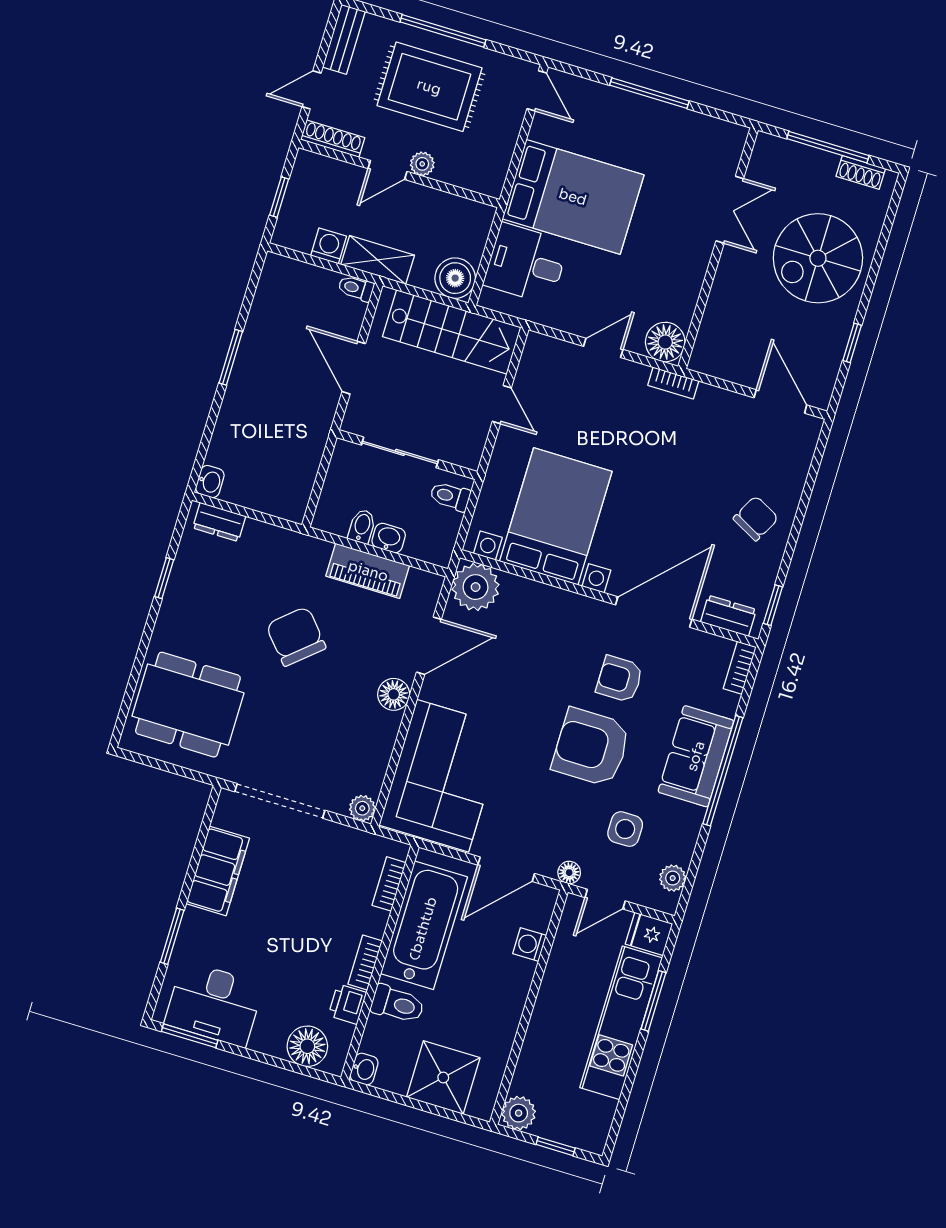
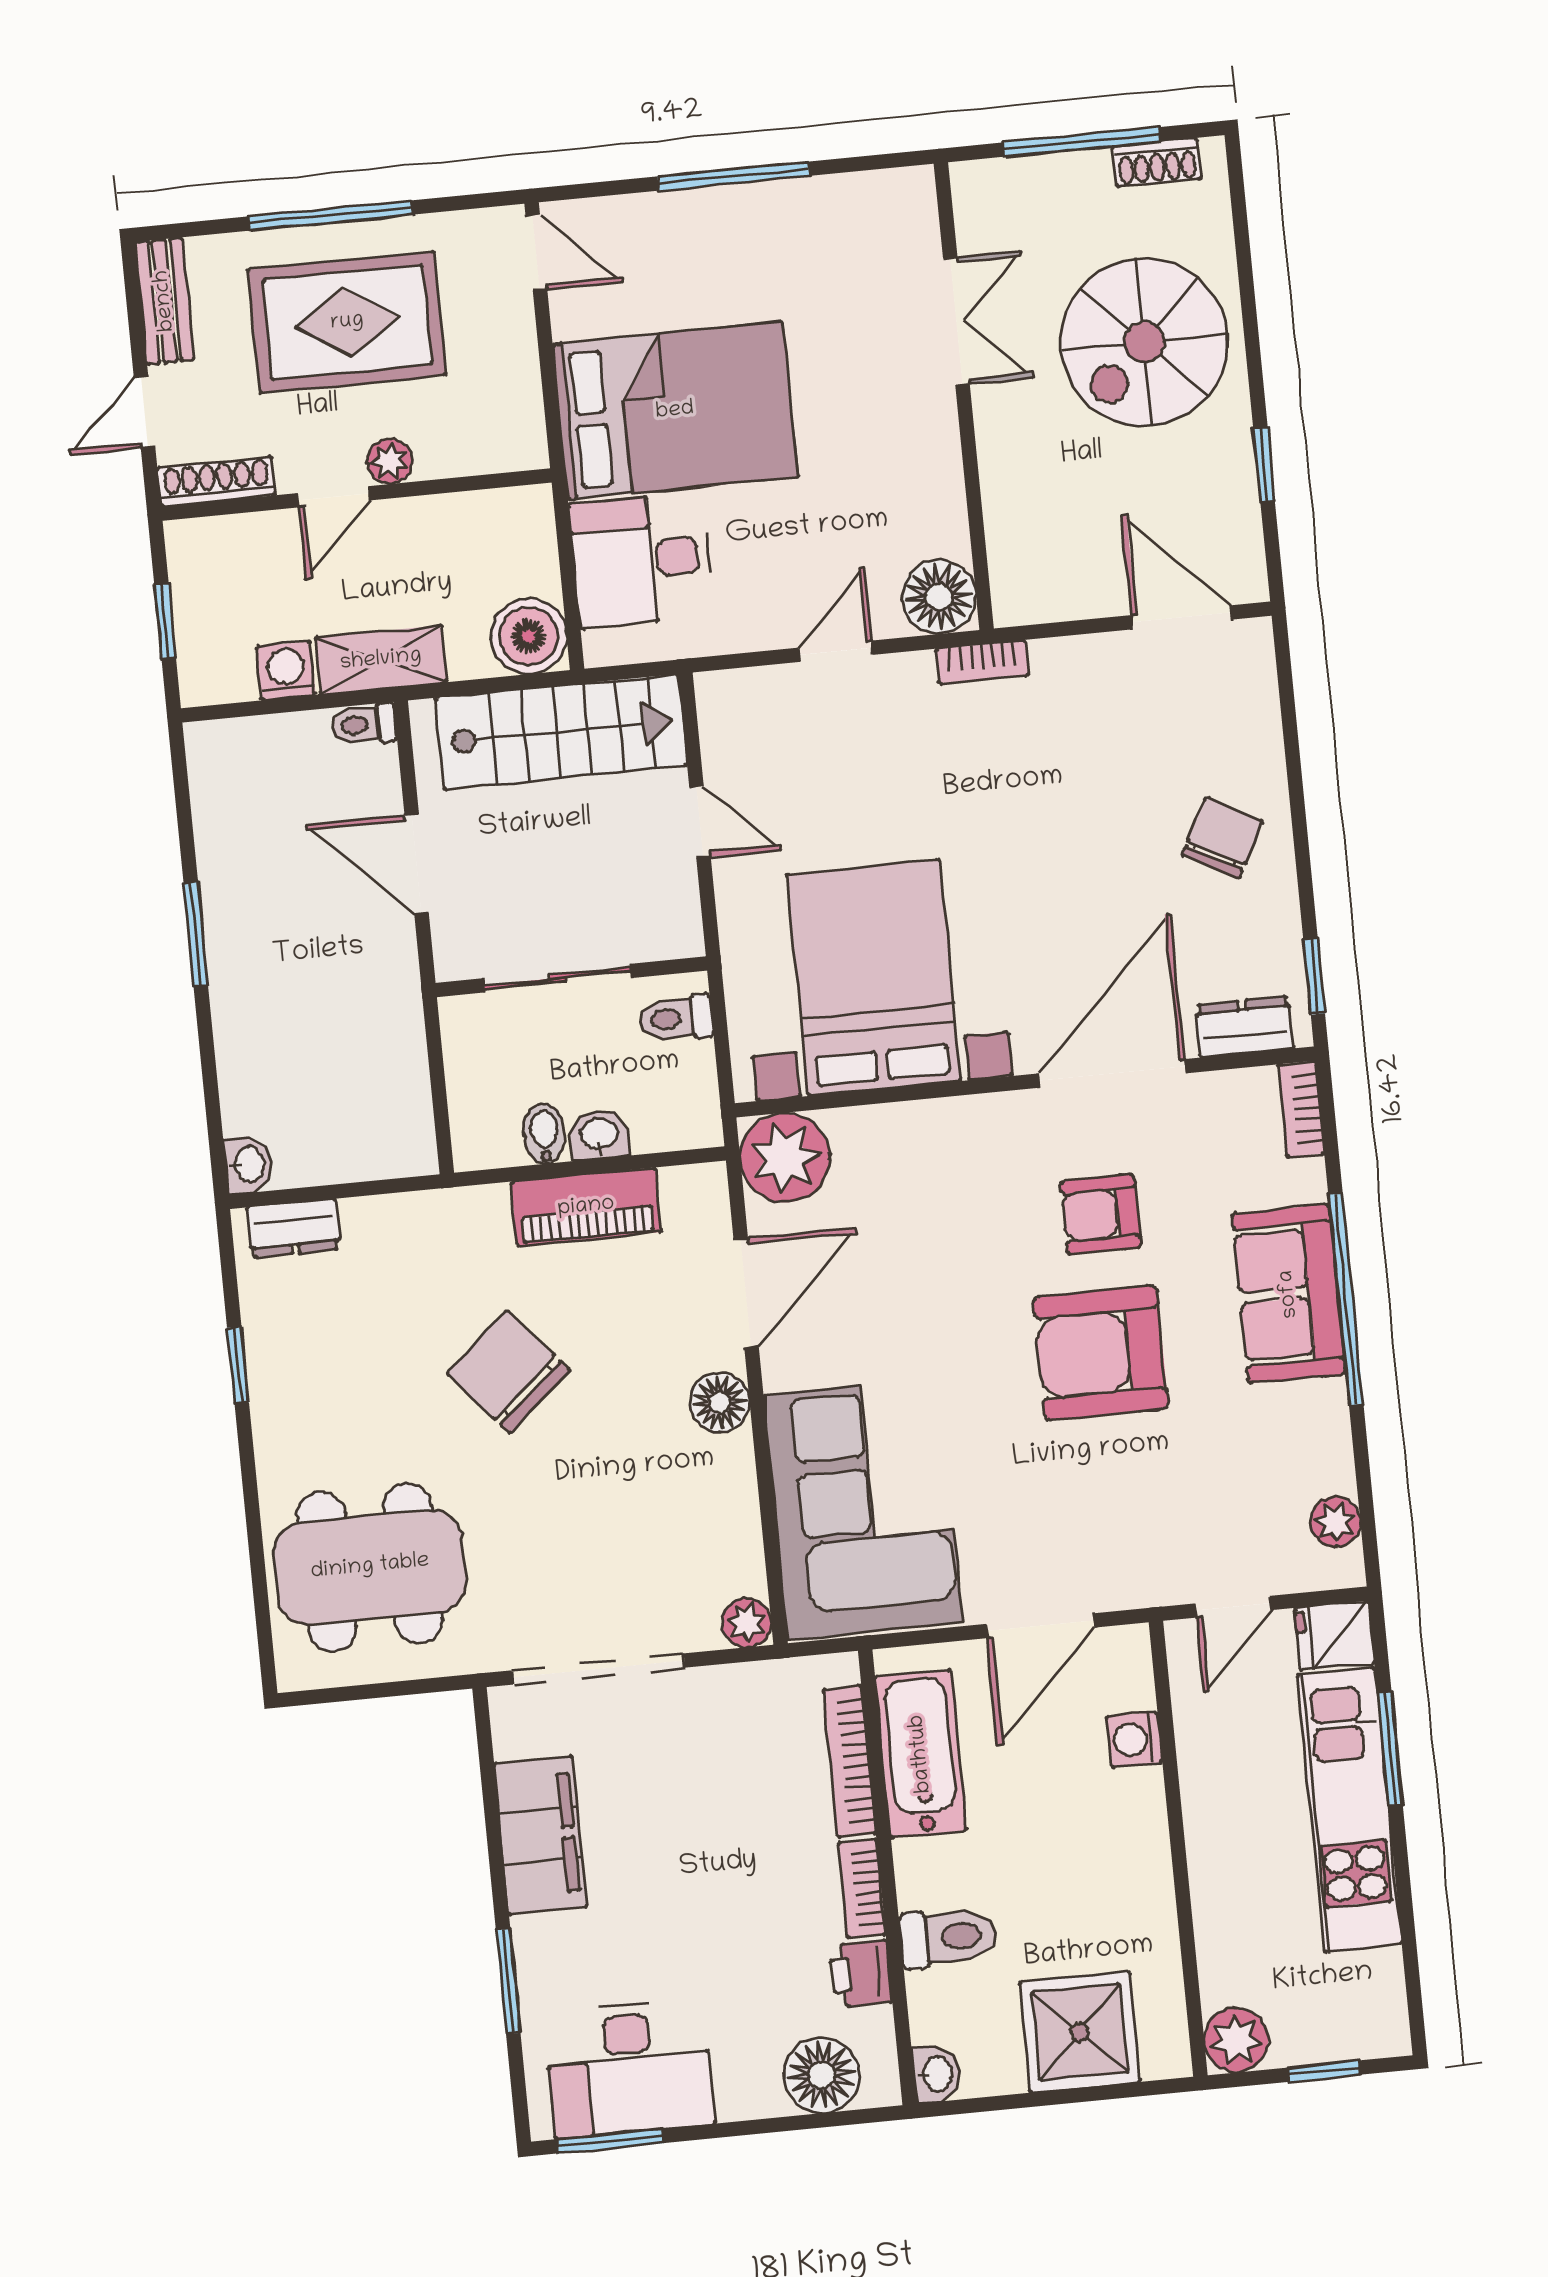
side table: (625, 829) -> (1218, 1471), removed
floor lamp: (569, 873) -> (1152, 1586), removed
bookcase: (389, 884) -> (850, 1762), width x1.56
bathtub: (424, 925) -> (921, 1754), width x0.73, depth x0.73

